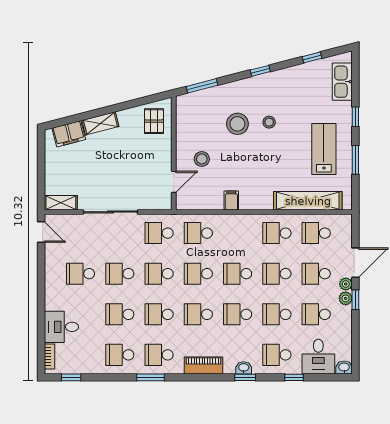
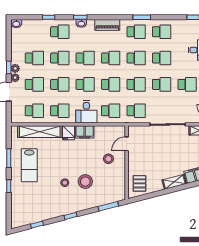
kitchen sink: (342, 82) -> (17, 209), removed
fridge: (263, 199) -> (69, 133), added
filing cabinet: (231, 200) -> (85, 132), width x2.00
desk: (318, 357) -> (86, 112), moved, turned 180

